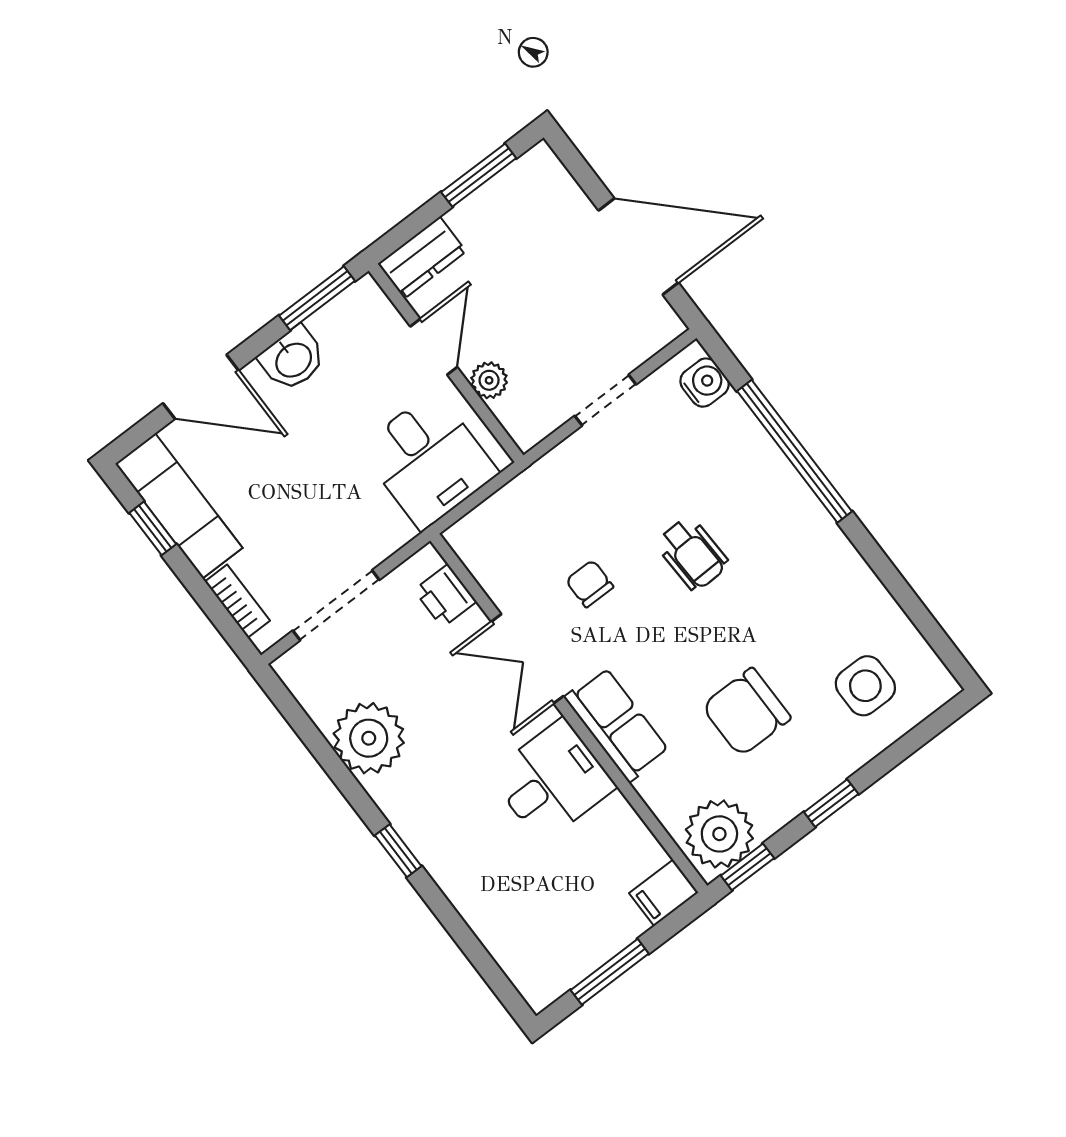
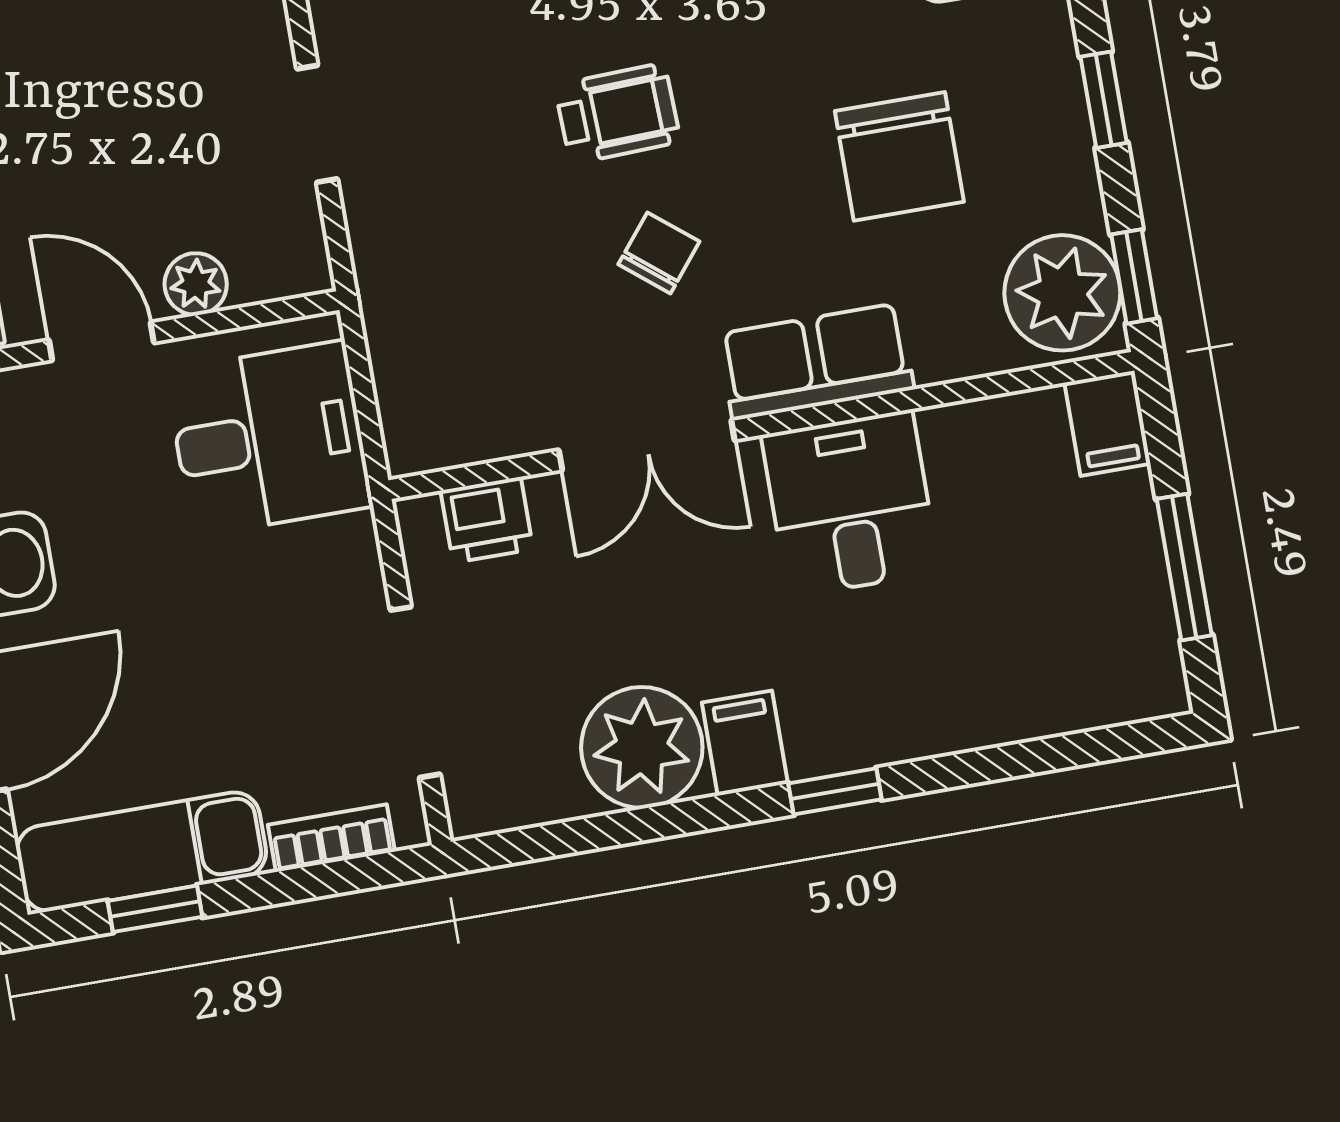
chair: (590, 584) -> (659, 253), moved, turned 129
filing cabinet: (399, 791) -> (745, 743), added

